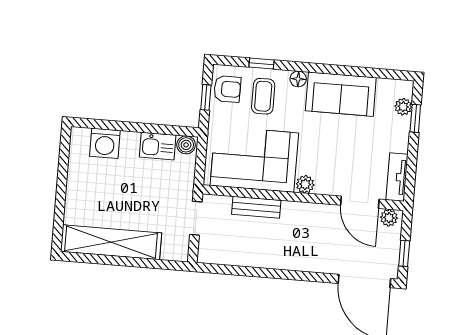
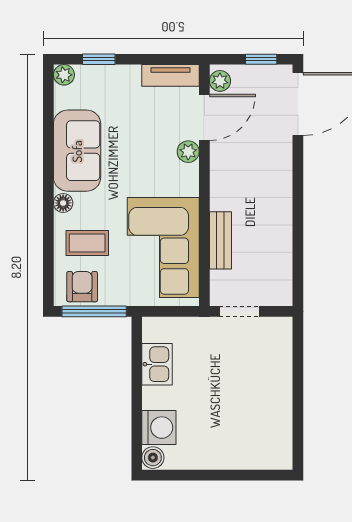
window: (261, 64) -> (48, 248), removed
window: (206, 97) -> (94, 311), width x2.17
plant: (403, 107) -> (64, 75), moved
boiler: (186, 145) -> (153, 458), moved
plant: (305, 184) -> (188, 152), moved
shelving: (111, 242) -> (276, 410), removed

